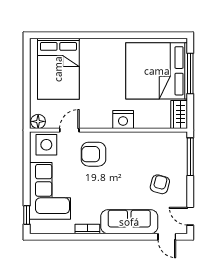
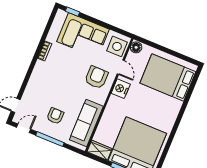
nightstand: (123, 120) -> (121, 89), moved
window: (190, 157) -> (50, 139), moved
armchair: (160, 184) -> (55, 116), turned -105
sofa: (129, 222) -> (86, 123), moved, turned 180

